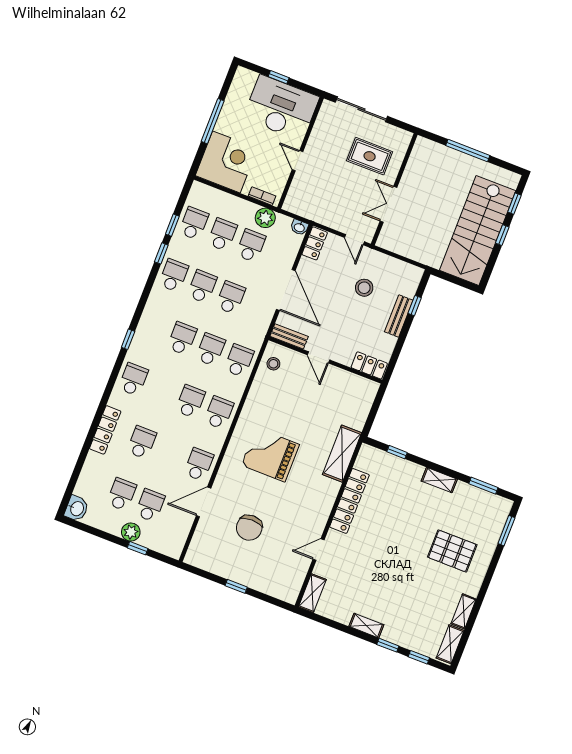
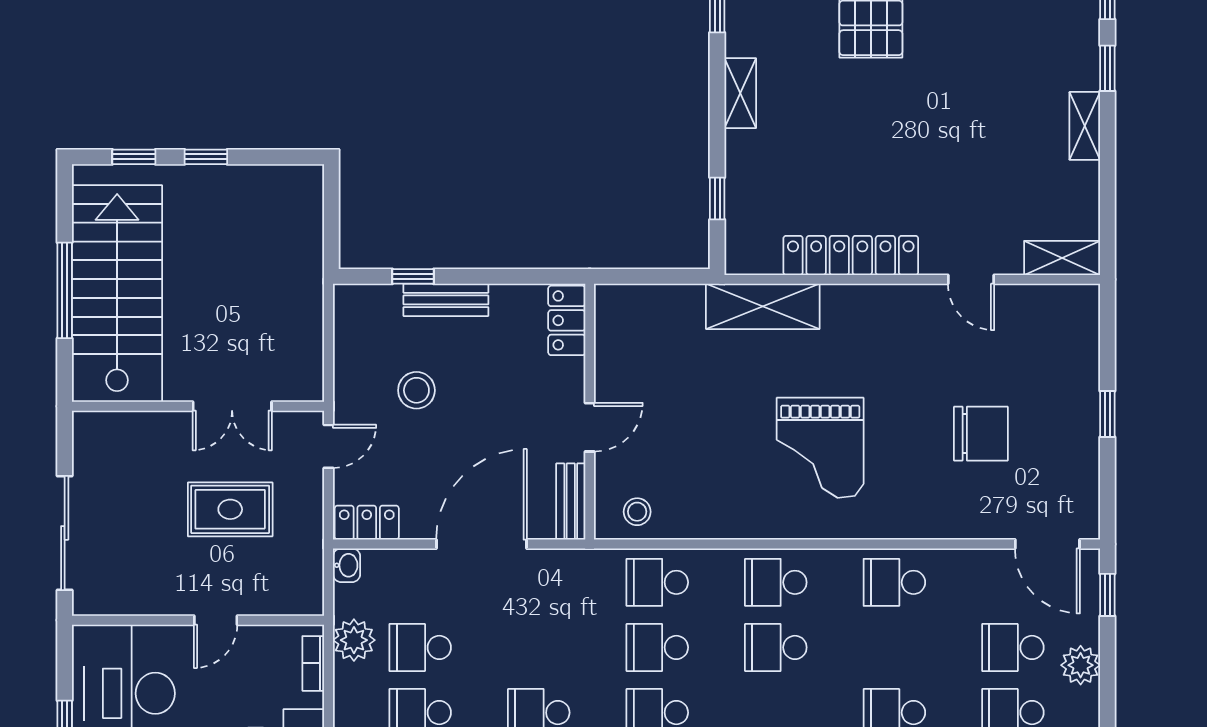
rug: (370, 156) -> (230, 509), moved, turned 90
stairs: (478, 231) -> (117, 294), moved, turned -90
school desk: (231, 298) -> (539, 647), removed
door: (204, 502) -> (1047, 544), moved
window: (138, 548) -> (1107, 595), moved

